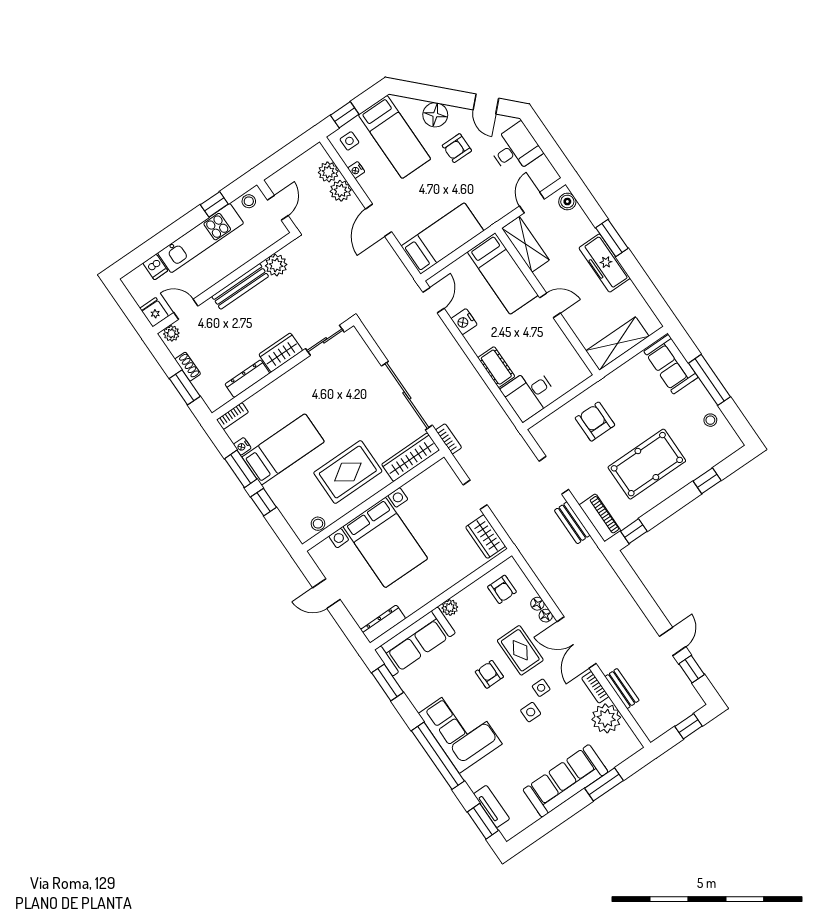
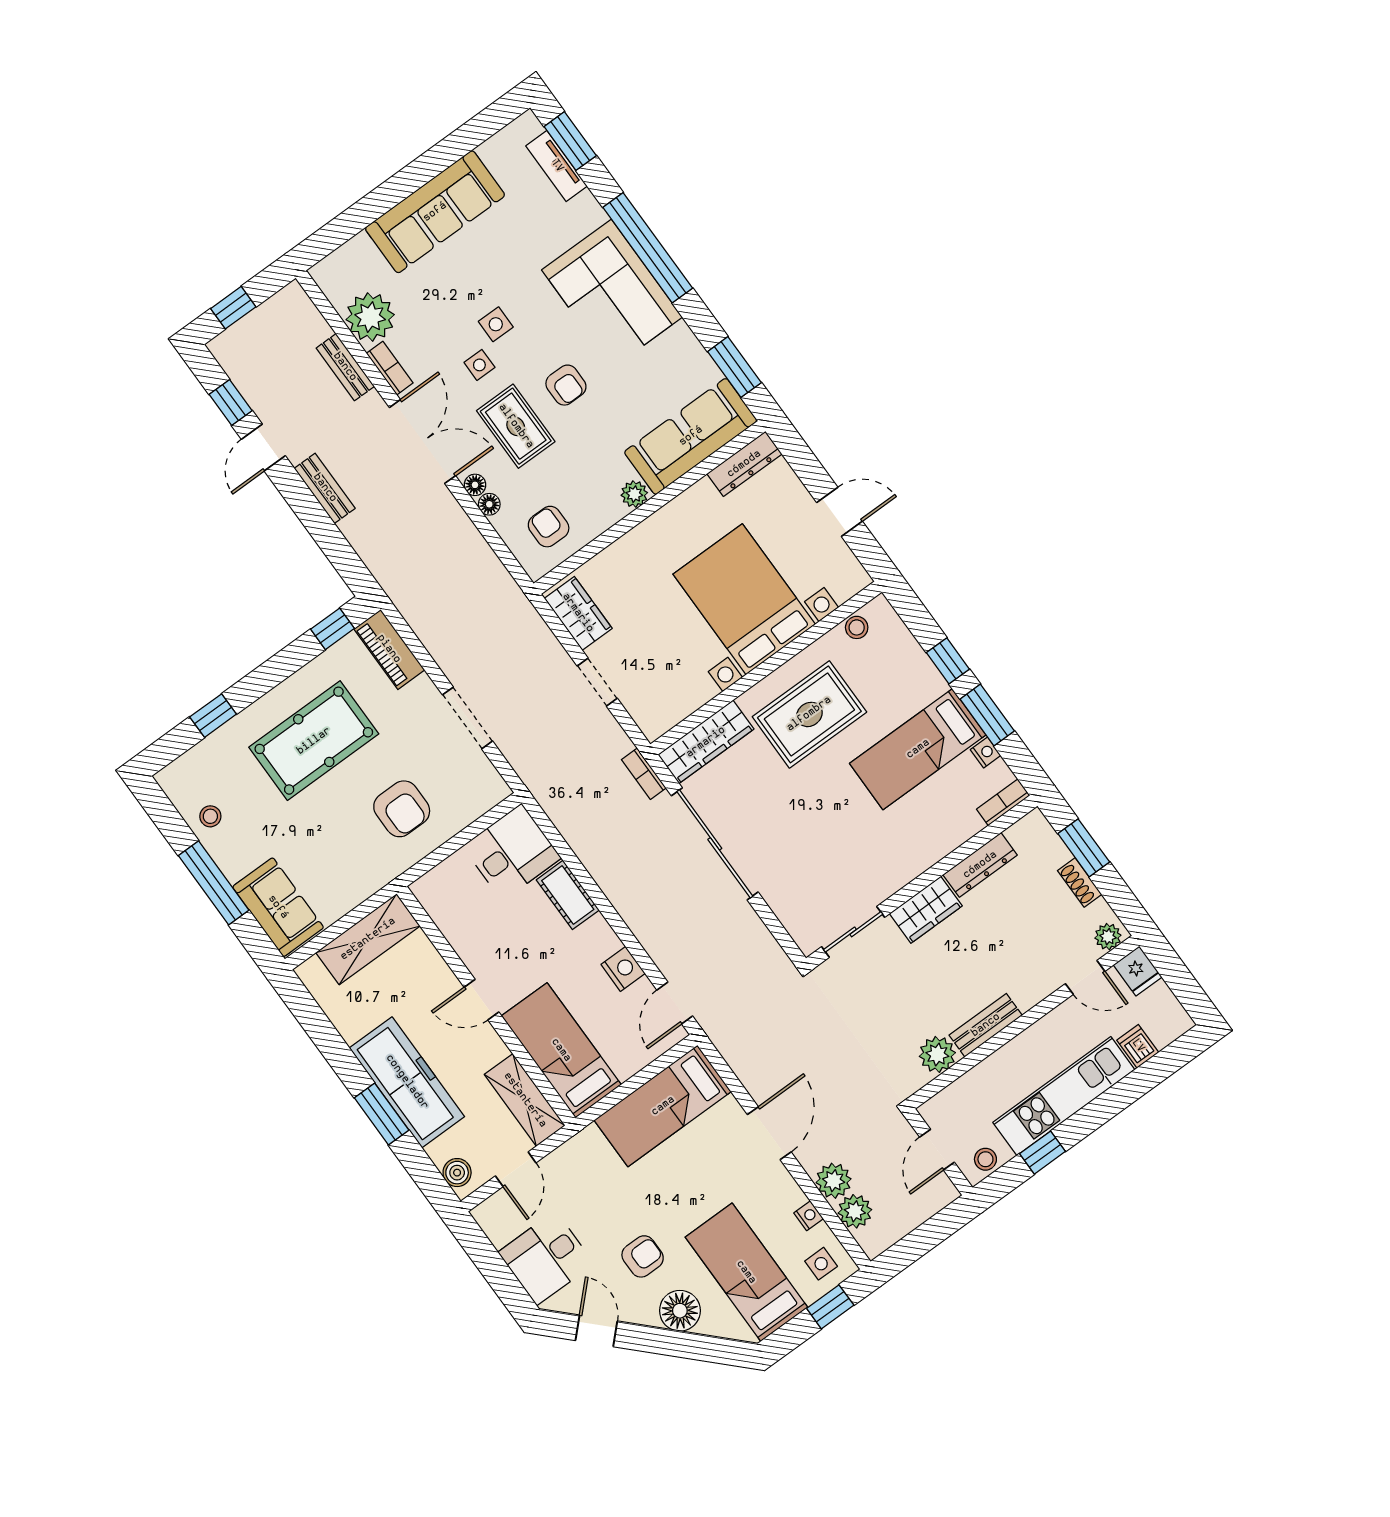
freezer: (605, 263) -> (407, 1082), width x1.36, depth x1.26
bench: (240, 286) -> (986, 1025), width x0.73
bench: (572, 523) -> (325, 488), moved
window: (604, 784) -> (371, 208), removed

